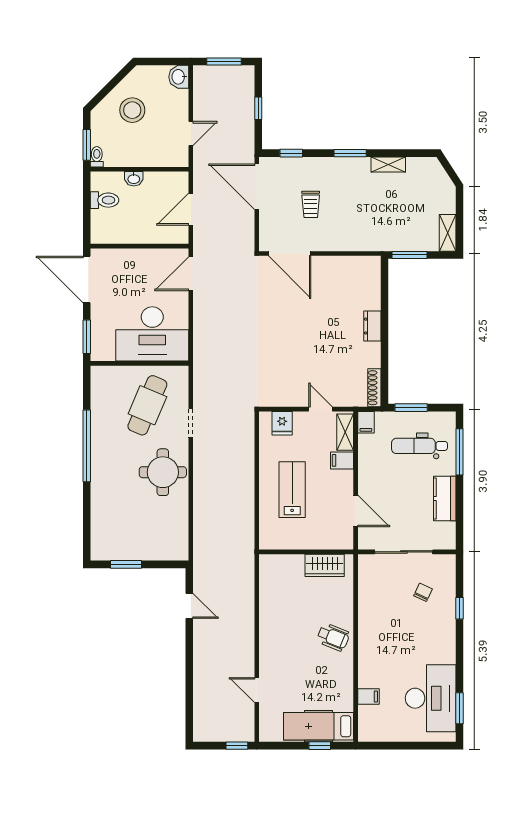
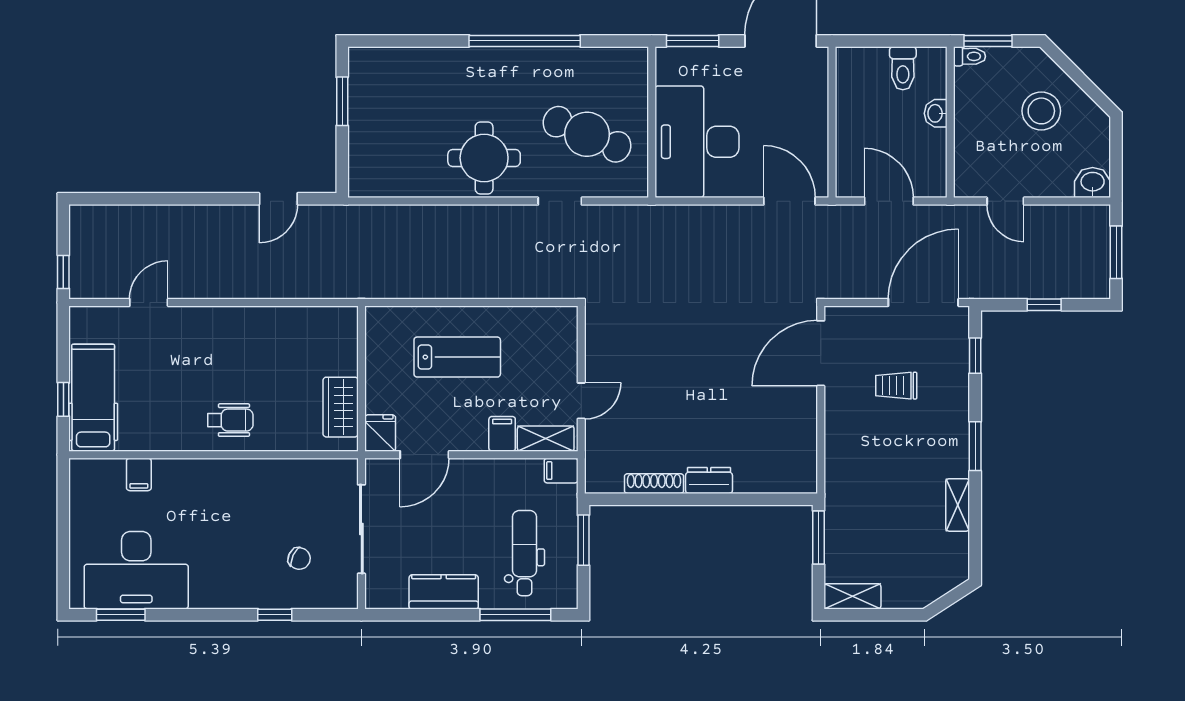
shoe rack: (374, 388) -> (654, 484), moved
fridge: (282, 423) -> (380, 433), moved, turned 90
wheelchair: (333, 637) -> (230, 420), turned -112

